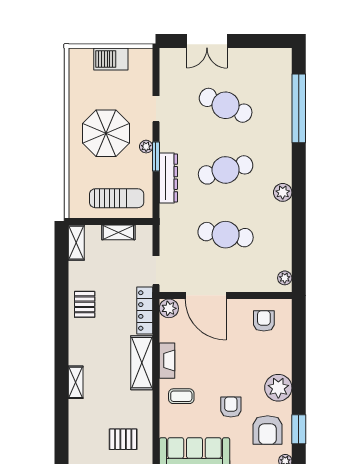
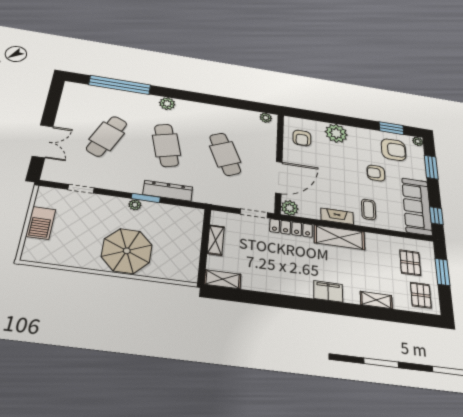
doorway: (156, 109) -> (81, 189), moved
parasol: (106, 133) -> (127, 251), moved
plant: (283, 192) -> (167, 104), moved
sun lounger: (117, 198) -> (182, 237), removed
cafe table: (226, 235) -> (225, 154), turned -33
pallet: (85, 304) -> (421, 295), moved, turned 90
armchair: (264, 321) -> (302, 138), turned -90
filing cabinet: (78, 350) -> (328, 291), added
shelving: (76, 382) -> (376, 300), moved
plant: (278, 388) -> (336, 133), moved

